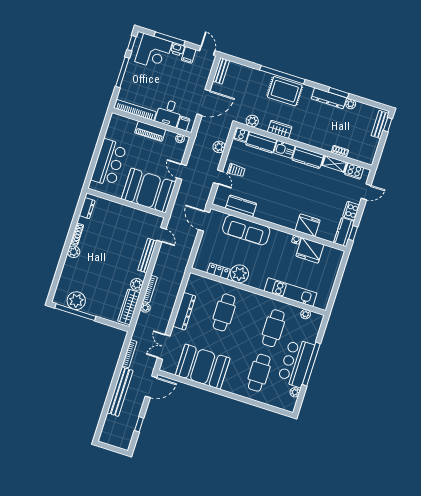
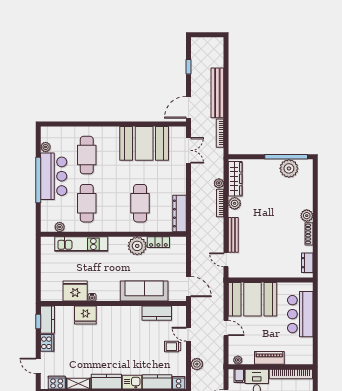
door: (366, 192) -> (38, 366), hinge flipped
dresser: (184, 311) -> (180, 213), moved

